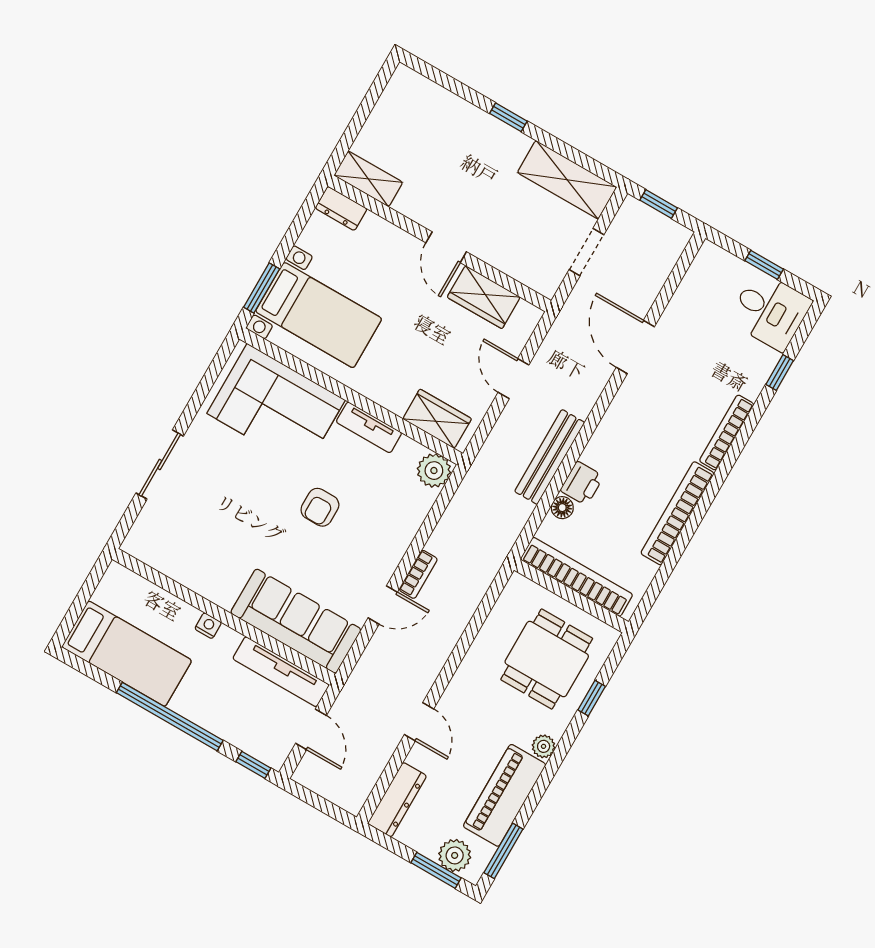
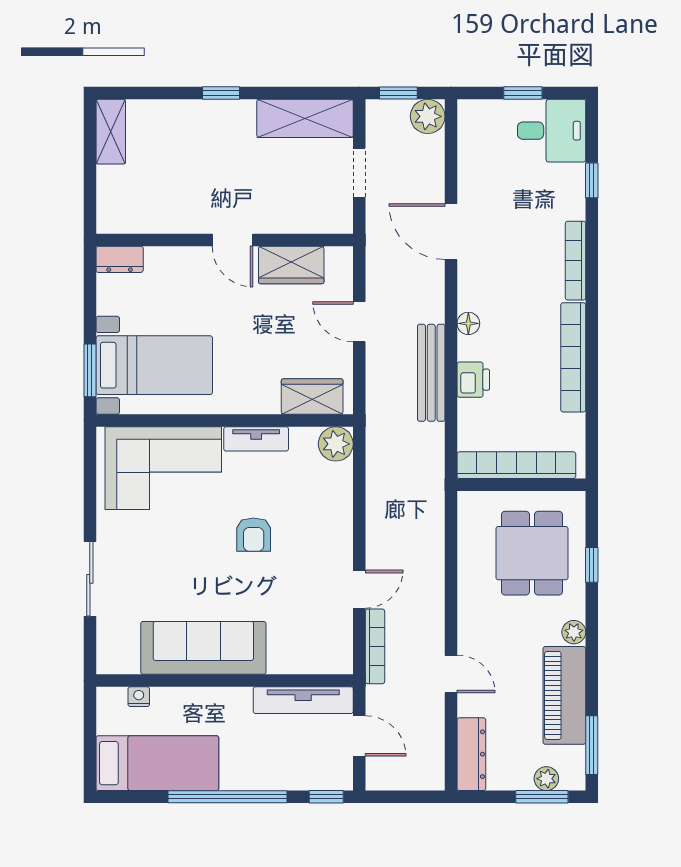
shelving: (368, 179) -> (111, 132), moved, turned 90
plant: (672, 238) -> (428, 116), added
floor lamp: (562, 508) -> (468, 323), moved
bookcase: (418, 574) -> (375, 646), moved, width x1.56
sofa: (296, 621) -> (203, 648), moved
nightstand: (208, 626) -> (139, 697), moved
plant: (455, 855) -> (546, 779), width x0.73, depth x0.73

